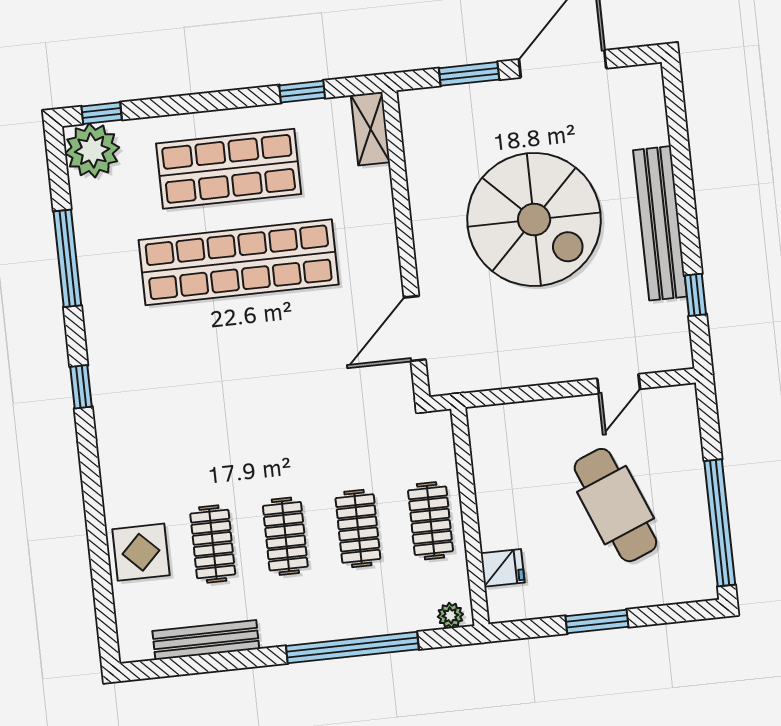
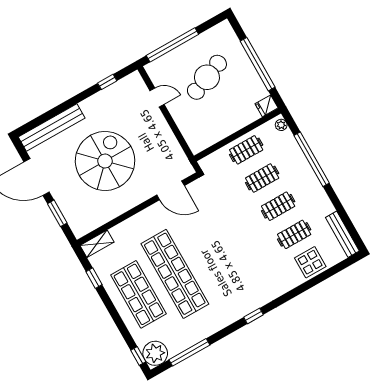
bench: (660, 223) -> (52, 128), moved
window: (67, 258) -> (189, 352), moved
window: (720, 523) -> (172, 45), moved
fridge: (503, 568) -> (267, 106), moved, turned -90
window: (597, 621) -> (258, 64), width x2.11
bench: (206, 640) -> (342, 234), moved

